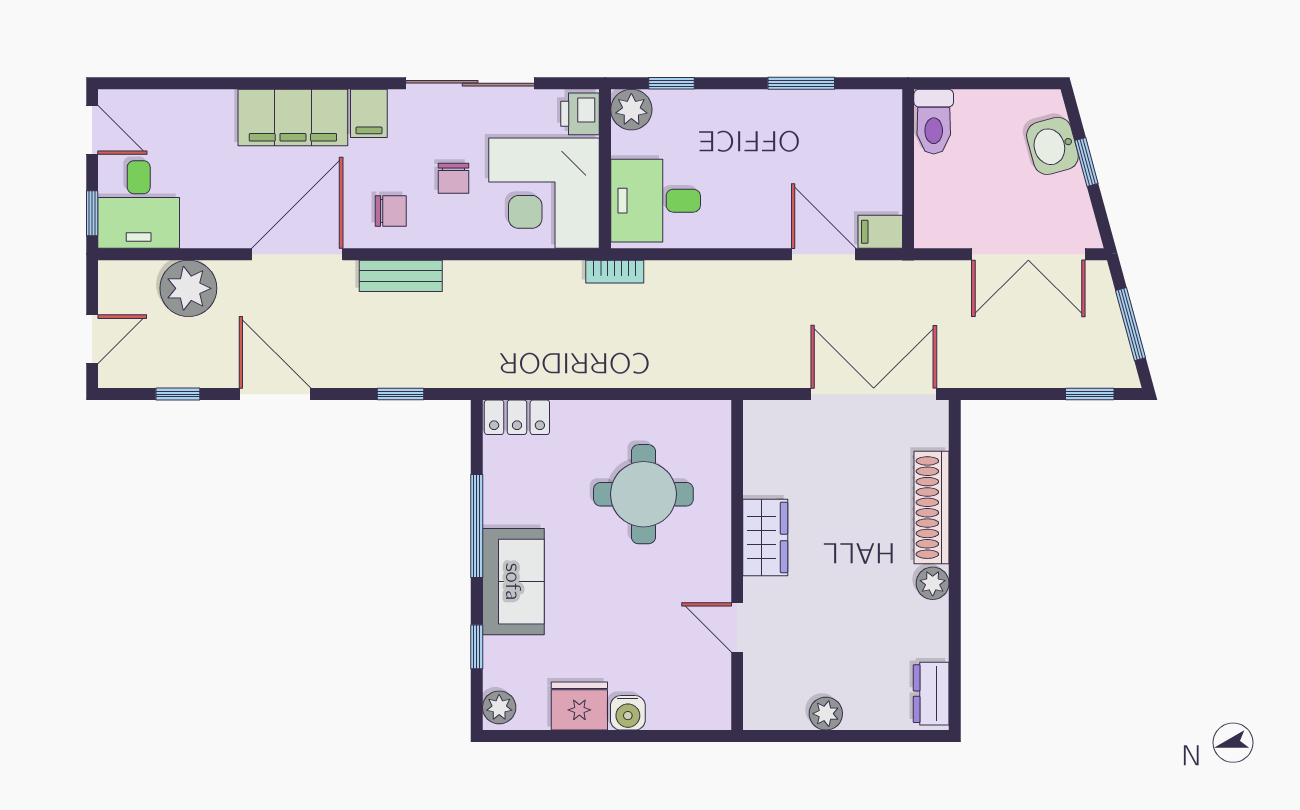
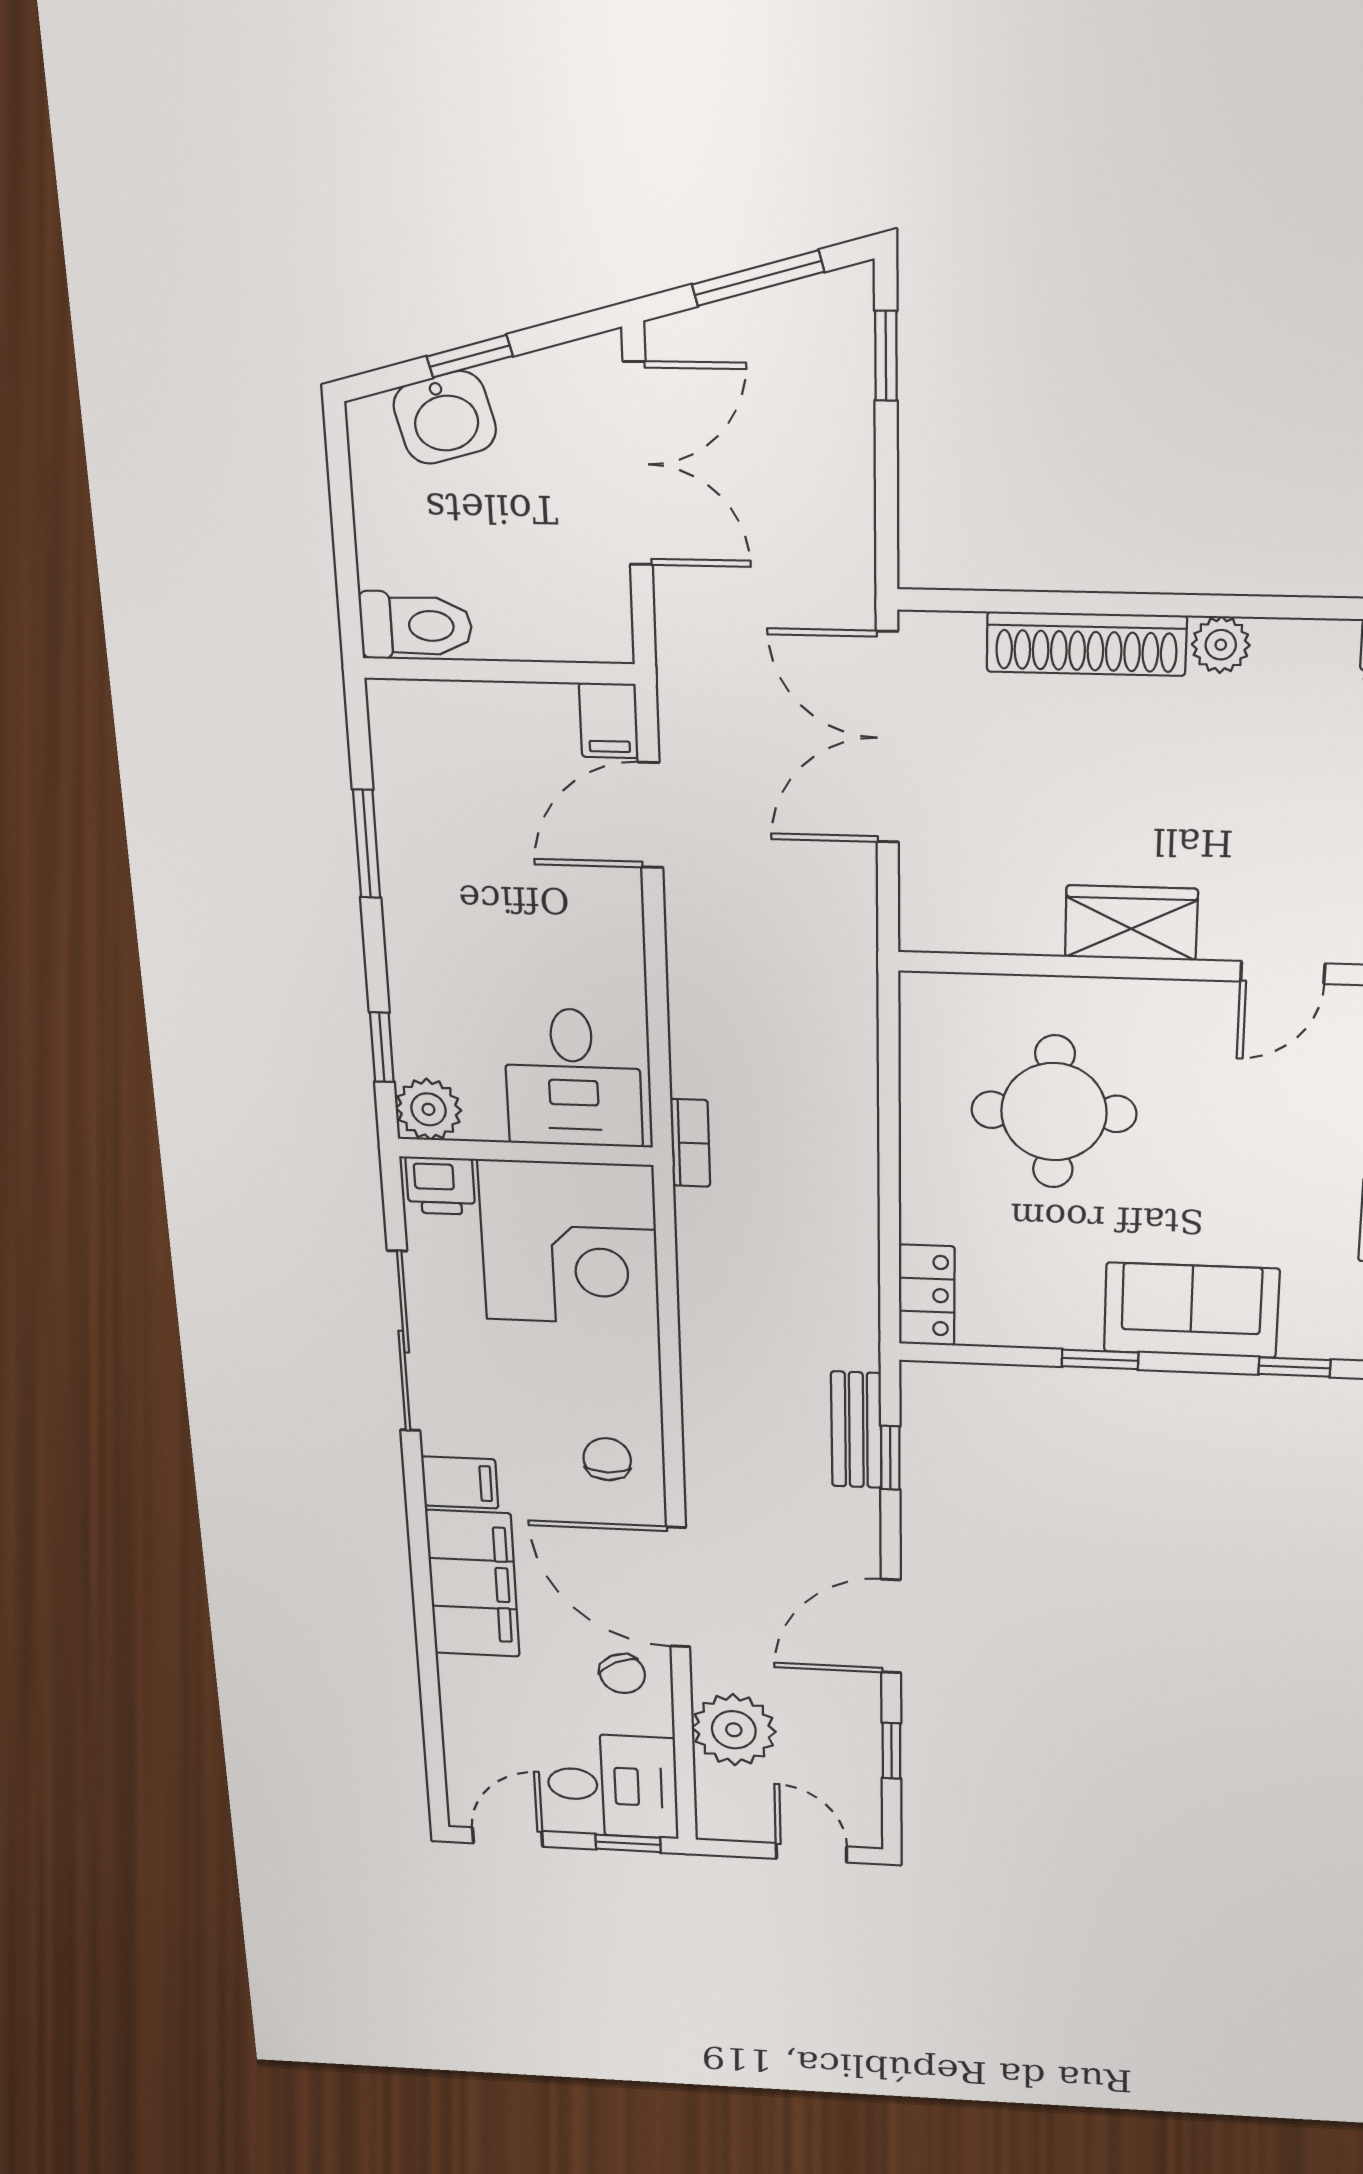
chair: (453, 178) -> (622, 1674), moved, turned 64
bench: (401, 276) -> (856, 1430), moved
window: (477, 526) -> (1100, 1359), width x0.46

